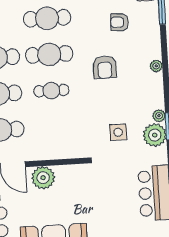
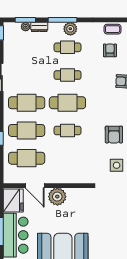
cafe table: (47, 18) -> (67, 75), width x0.73, depth x0.74
armchair: (105, 67) -> (114, 135), moved

